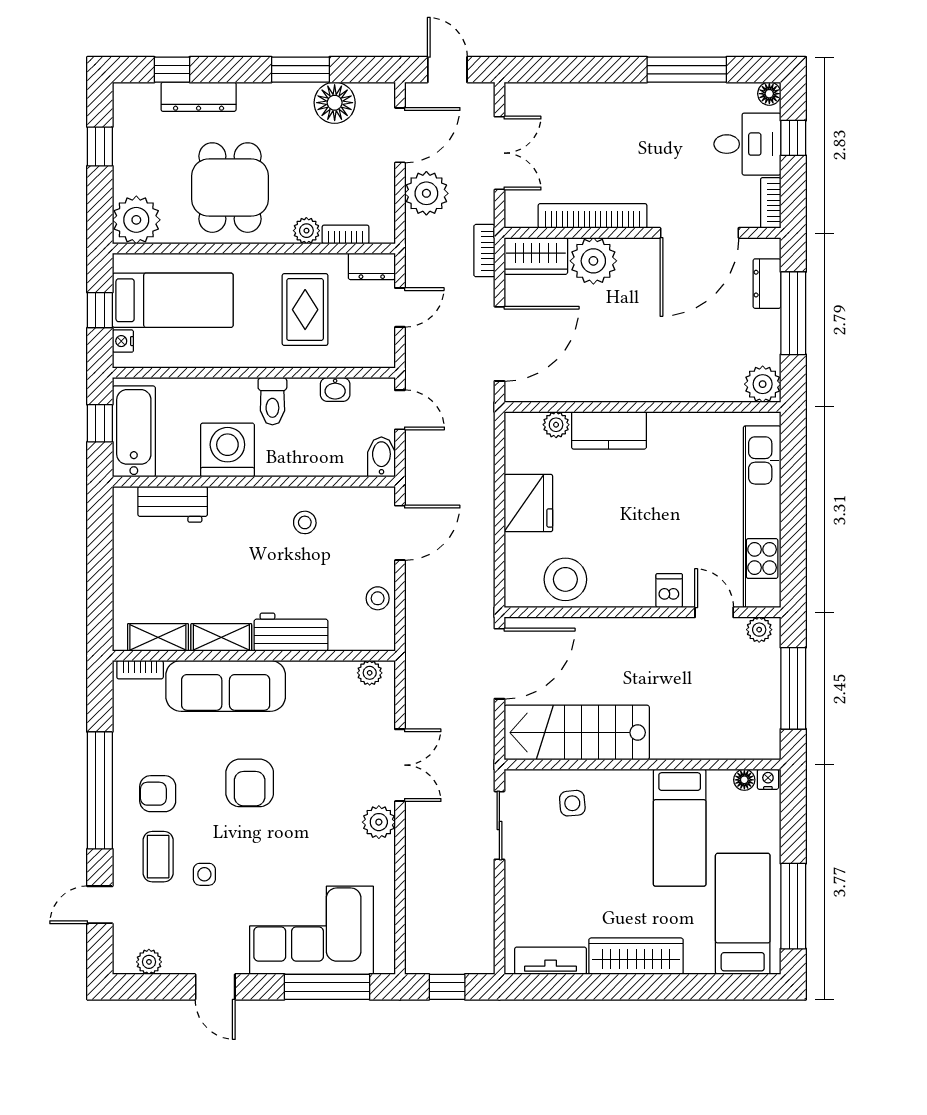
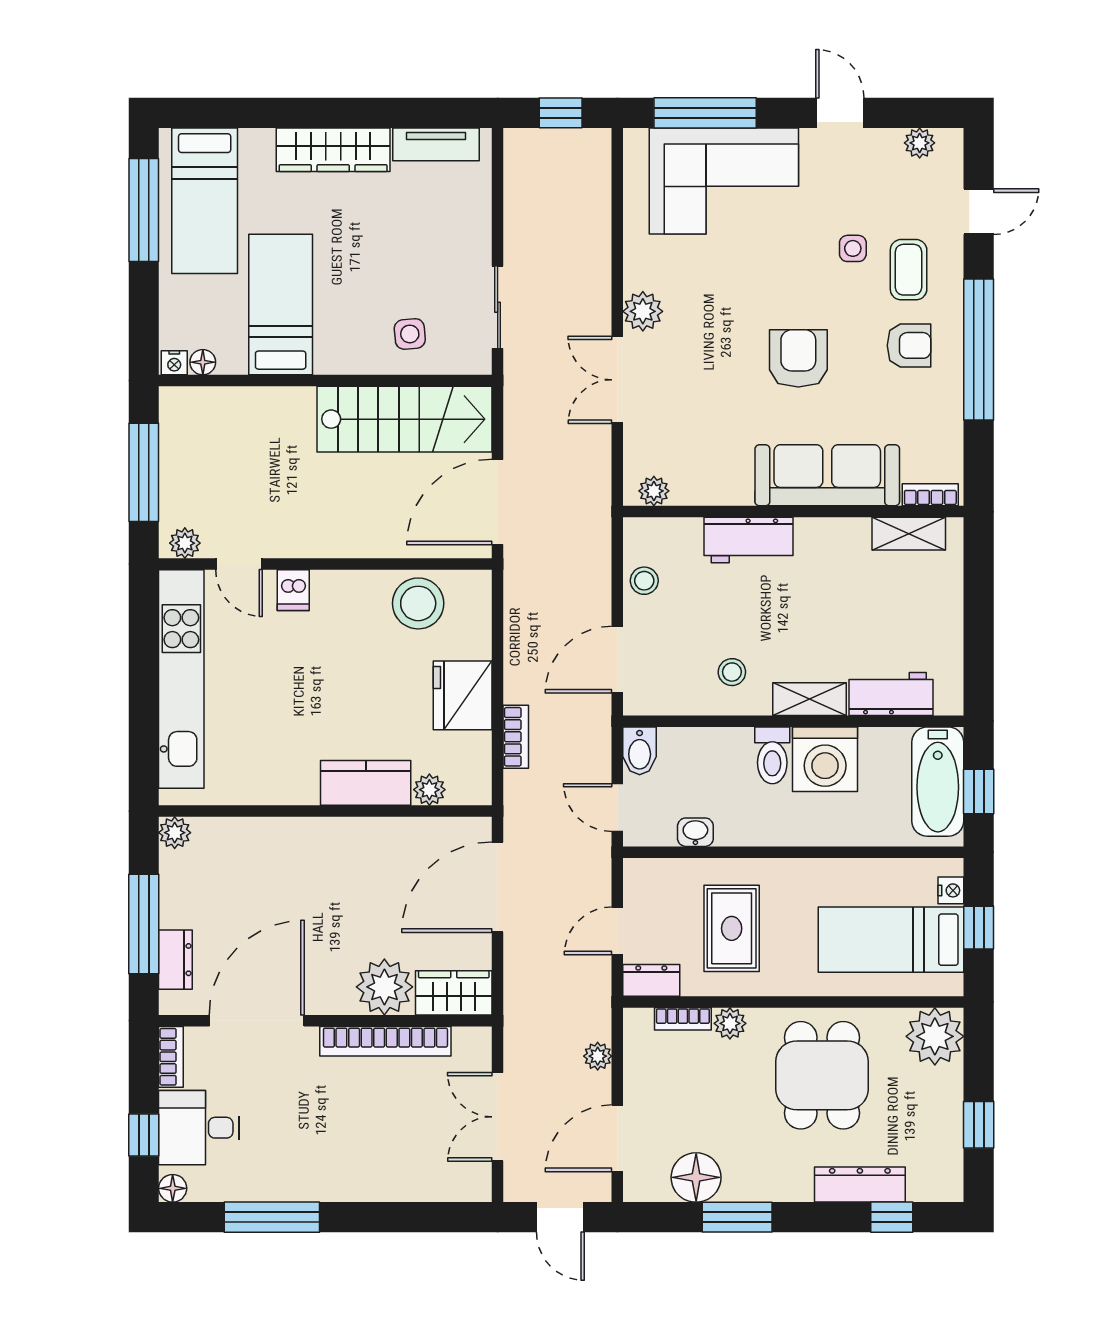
plant: (426, 193) -> (598, 1056), width x0.53, depth x0.53
bookcase: (484, 251) -> (516, 737), moved
plant: (763, 384) -> (175, 833), width x0.73, depth x0.73
toilet: (272, 401) -> (772, 755), moved, turned 180
shelving: (221, 637) -> (810, 699), moved

